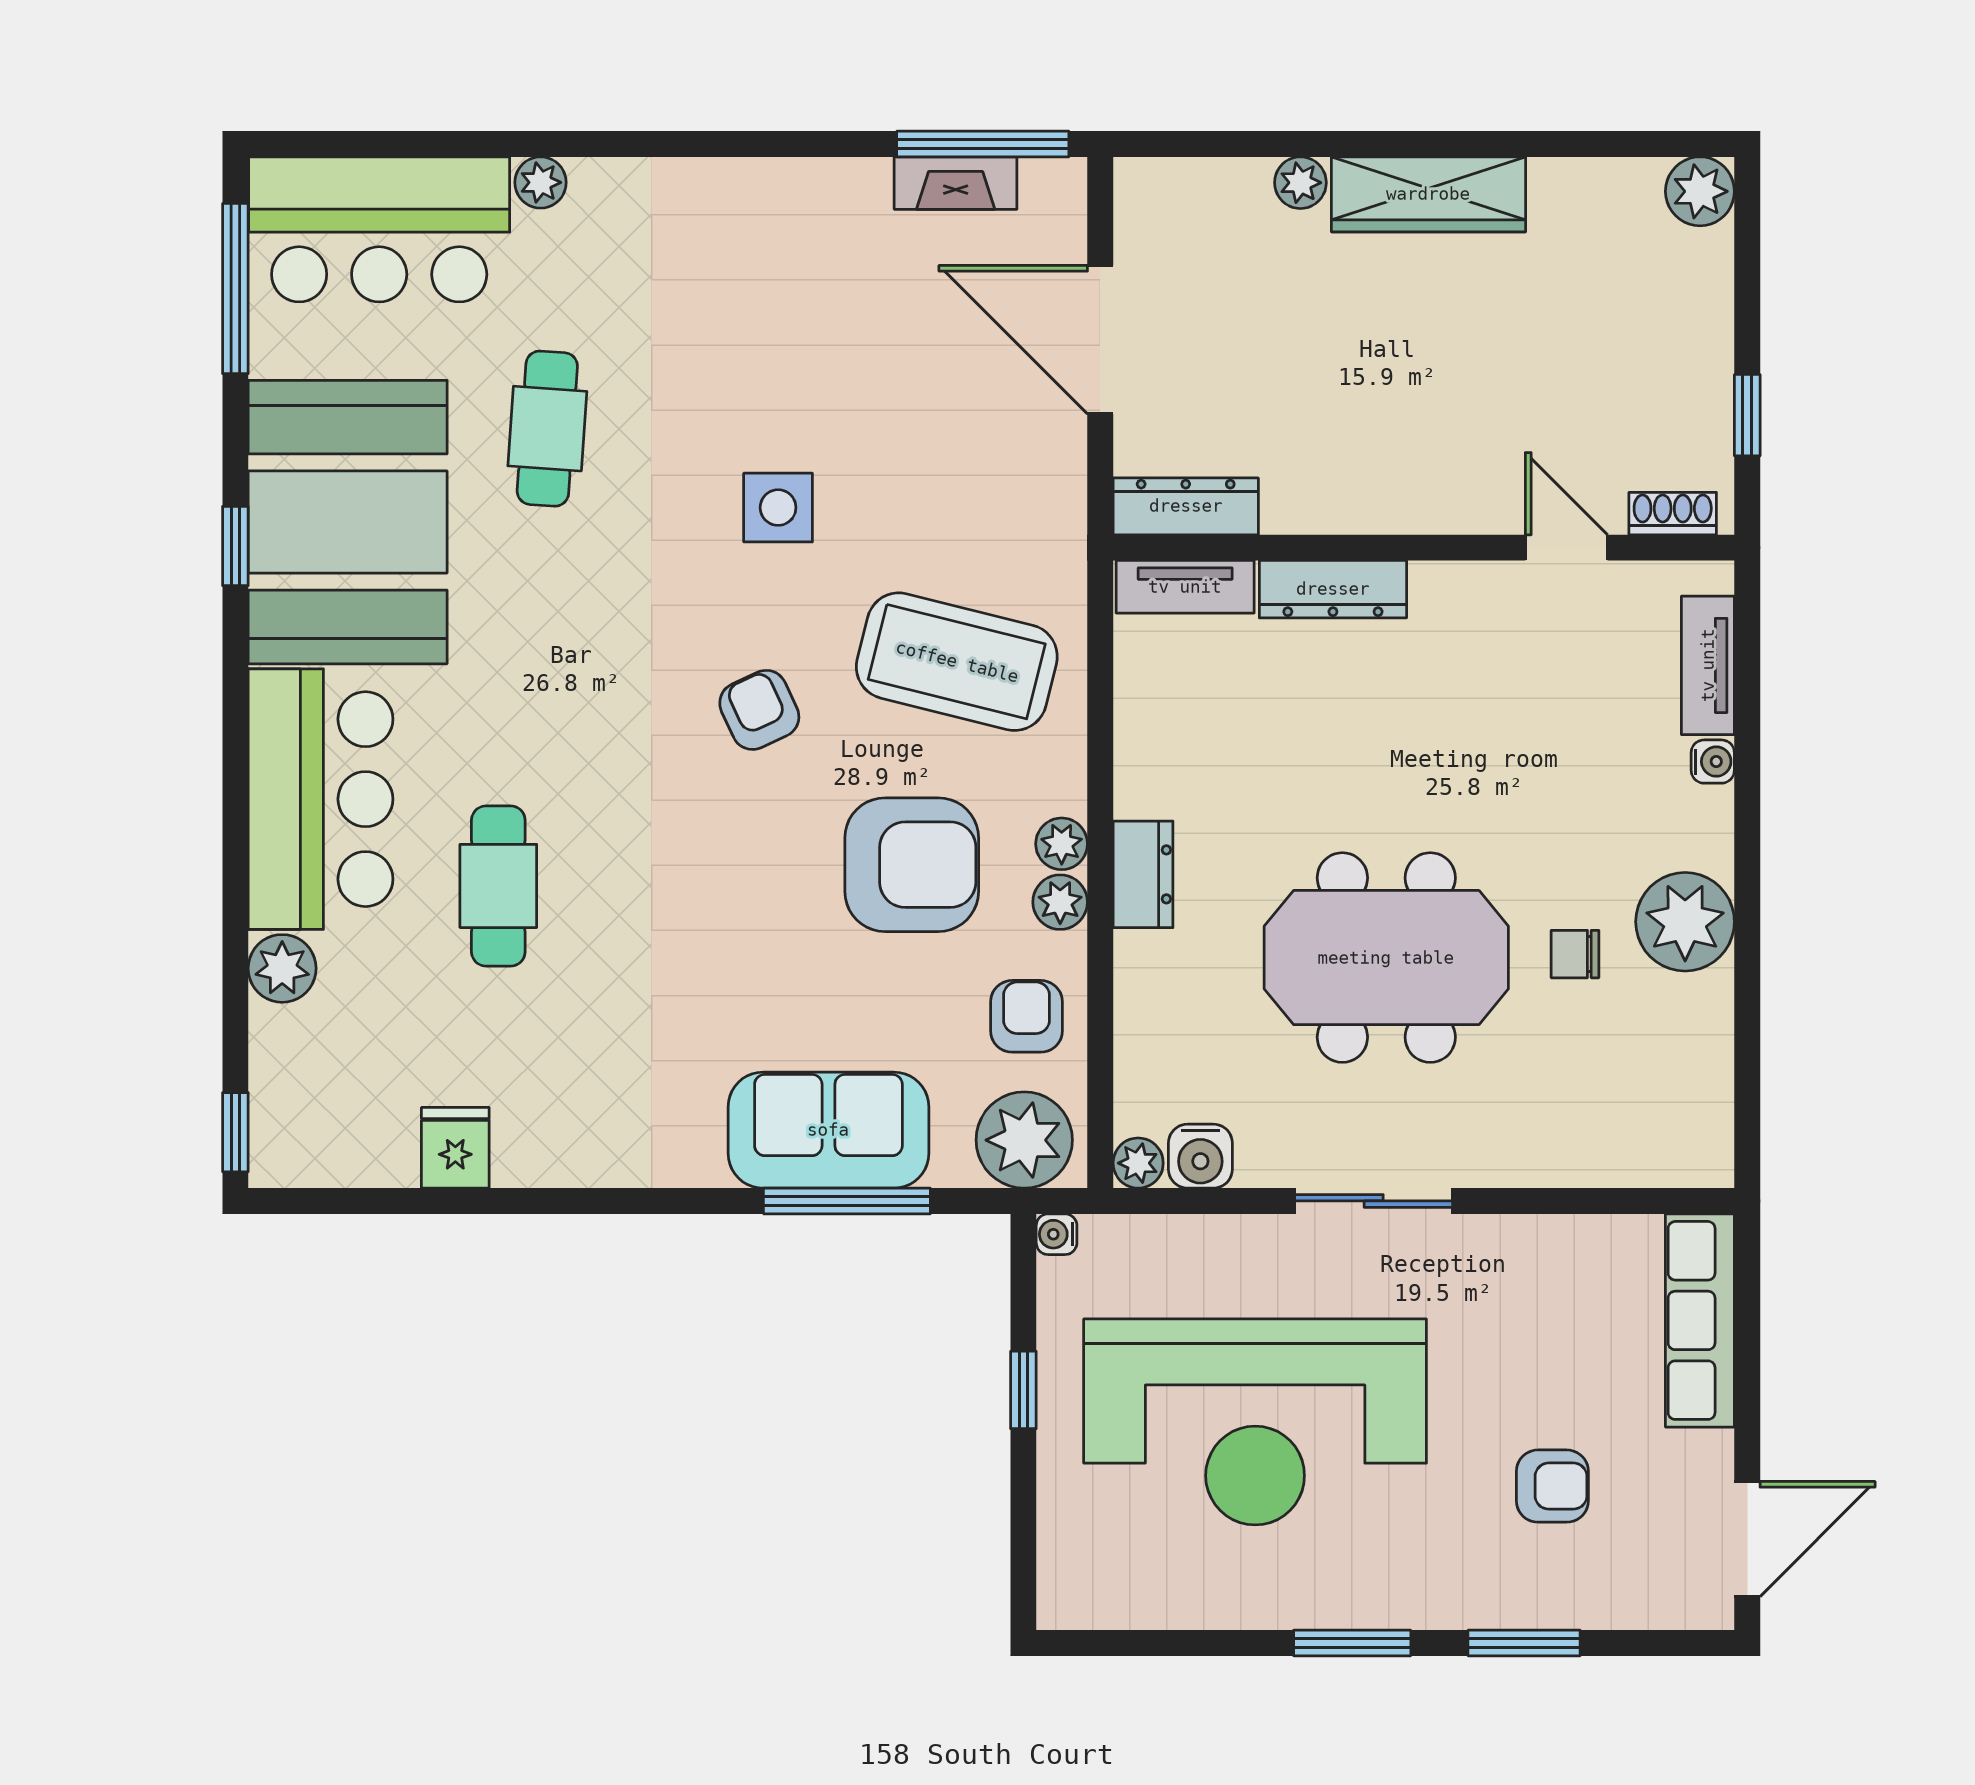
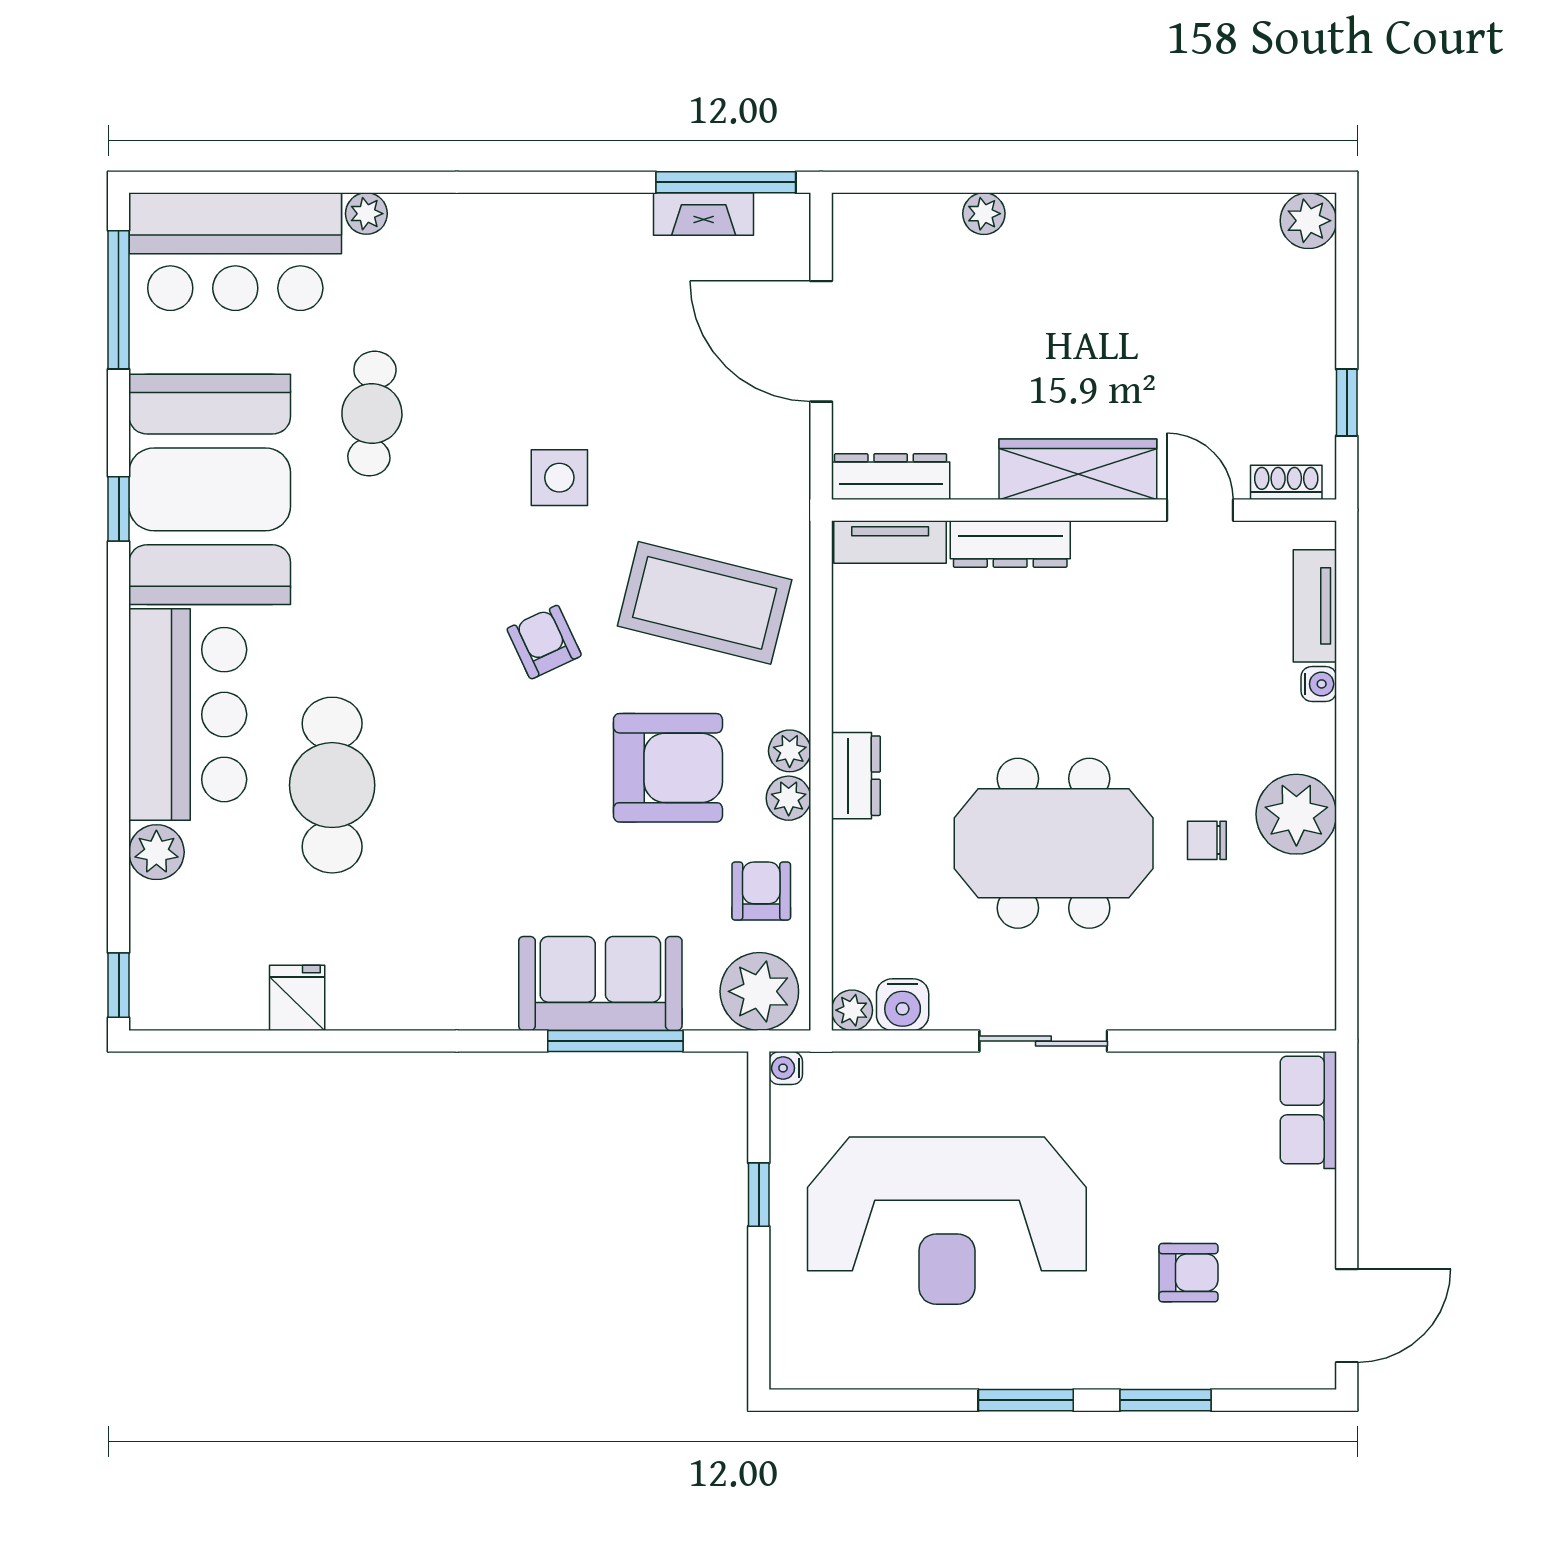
wardrobe: (1428, 194) -> (1078, 469), moved, turned 180
cafe table: (498, 886) -> (332, 785), width x1.37, depth x1.35
row of seats: (1700, 1320) -> (1308, 1110), width x0.68

